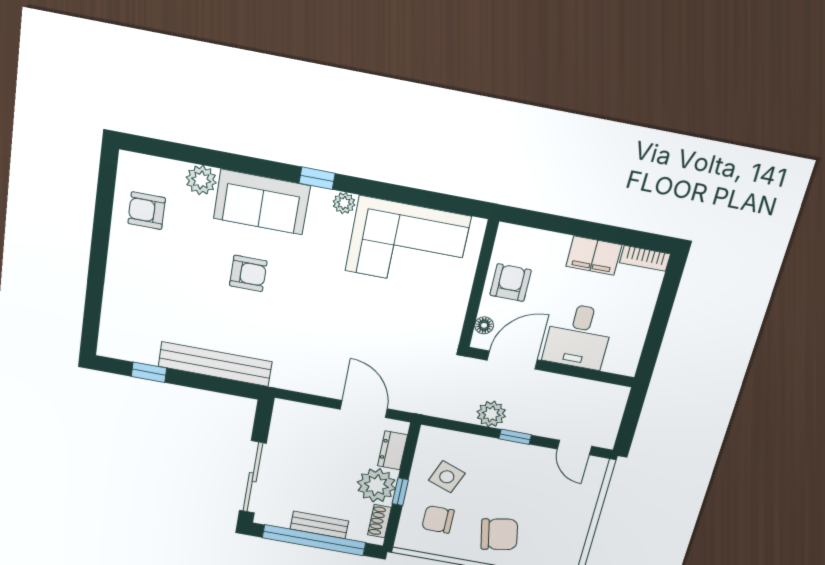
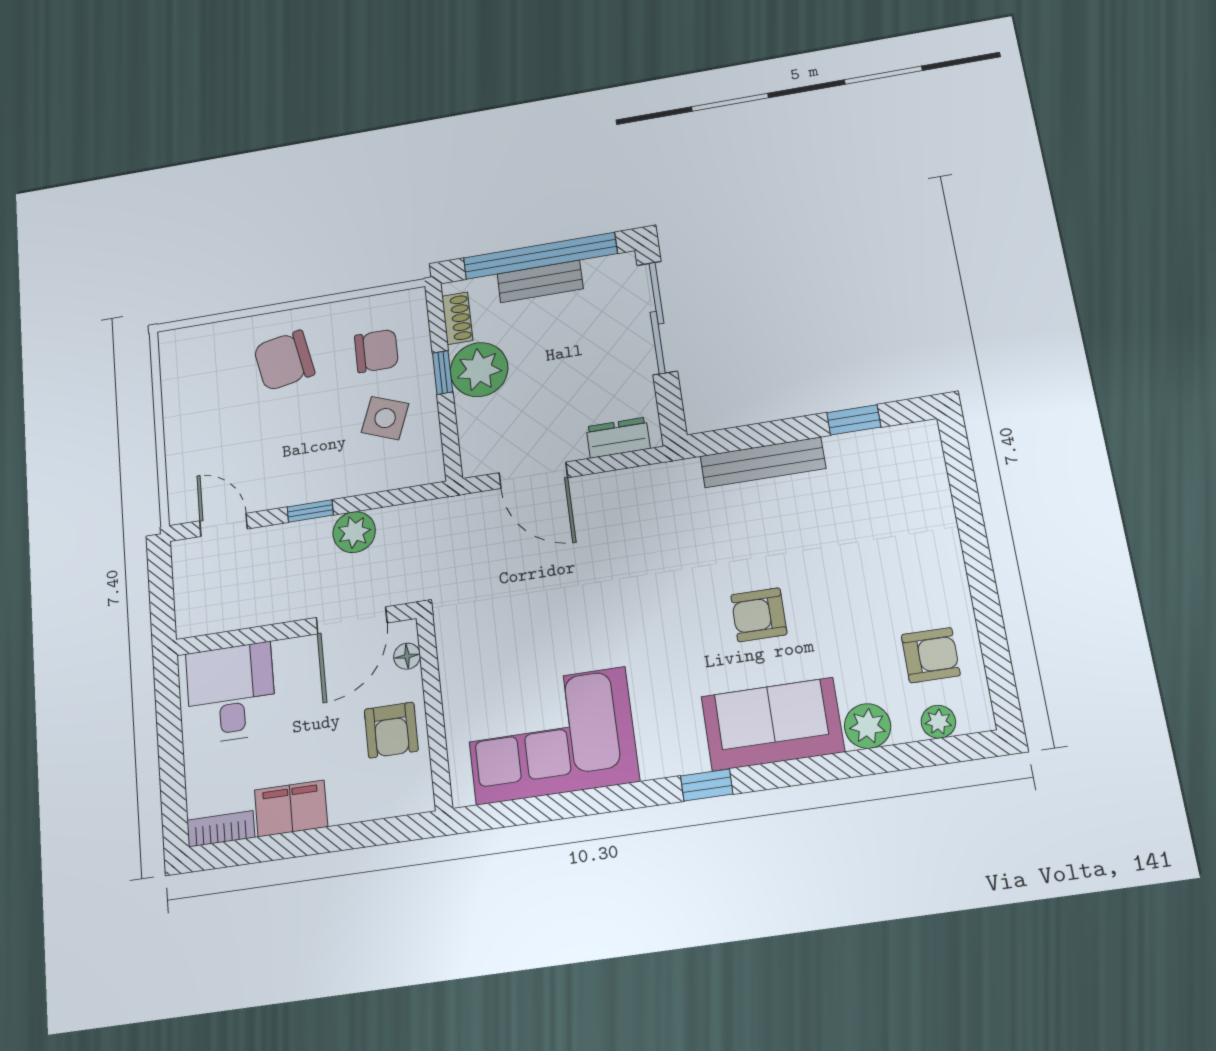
plant: (344, 203) -> (938, 722), moved
desk: (578, 336) -> (231, 693), moved
bench: (215, 364) -> (763, 462), width x0.73, depth x0.82
dresser: (392, 450) -> (618, 438), moved, turned -90

